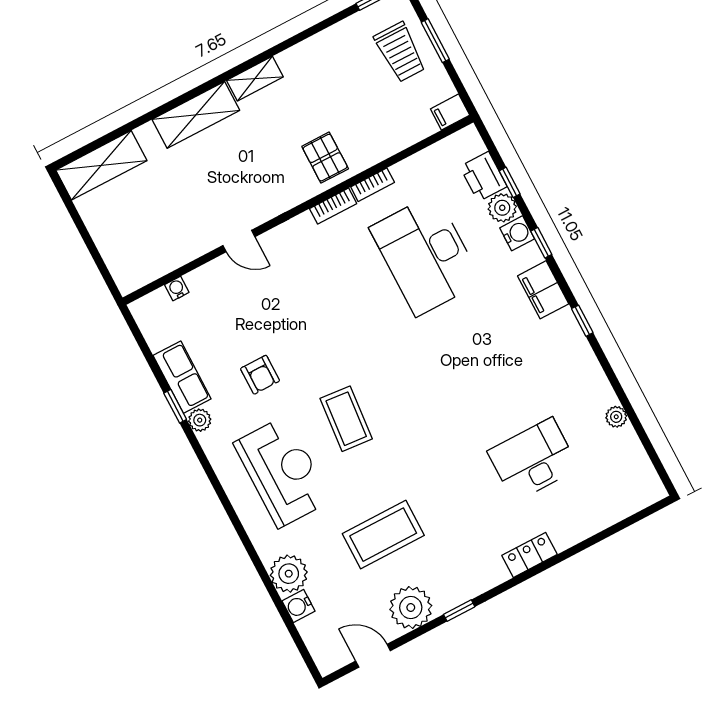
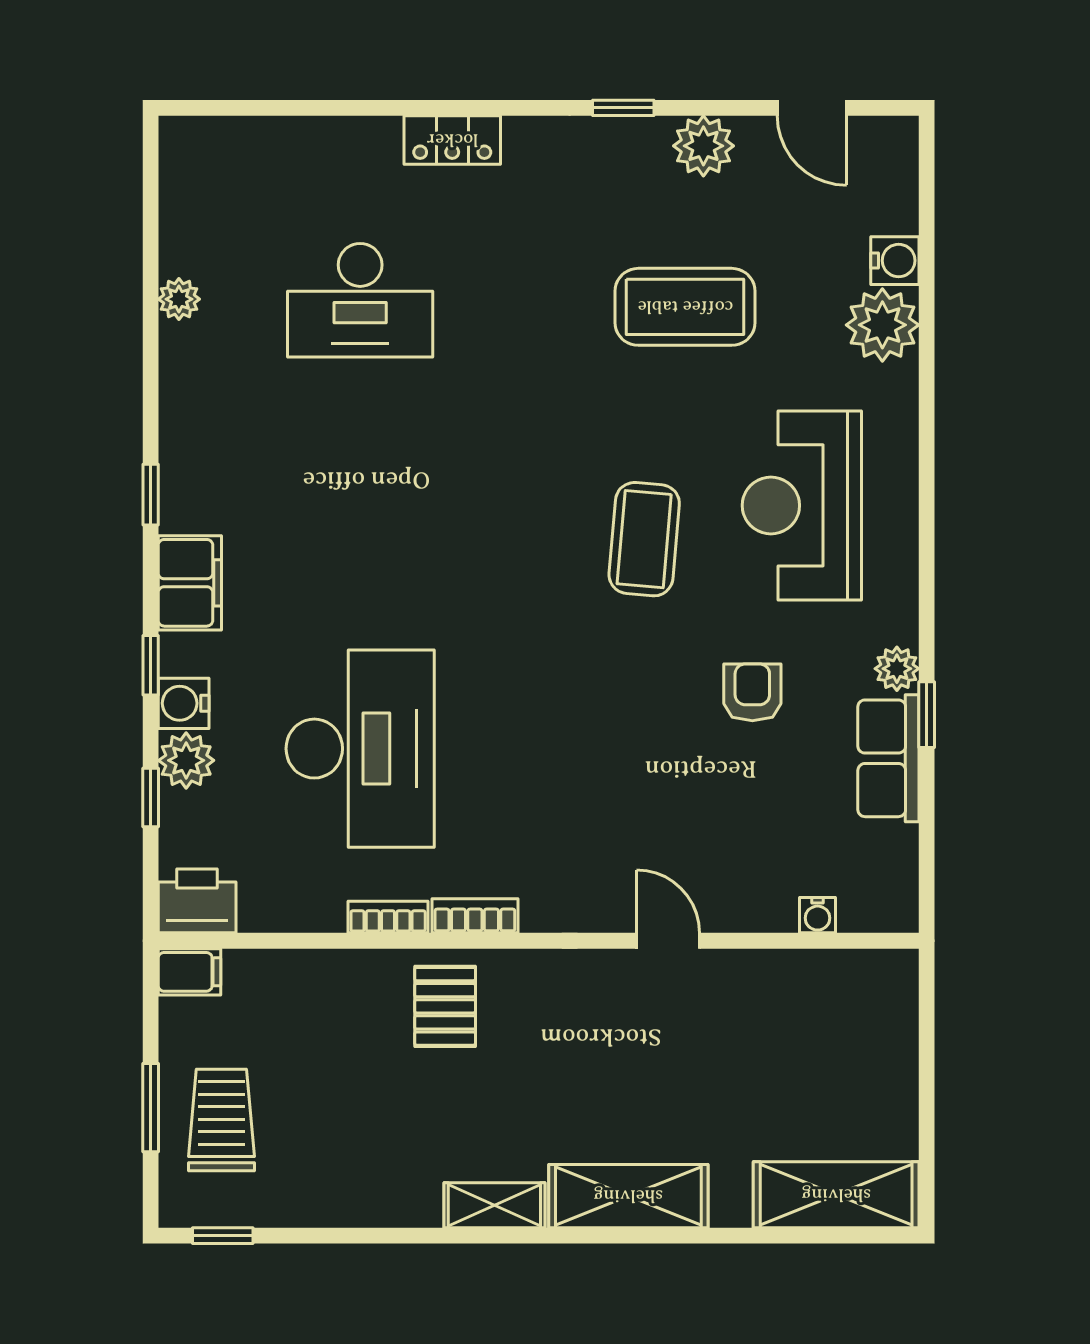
printer: (483, 177) -> (197, 901), moved, turned -90
plant: (411, 608) -> (703, 146), width x0.73, depth x0.73

